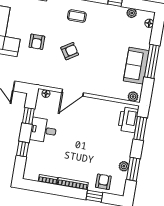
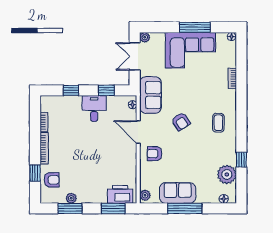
plant: (132, 13) -> (227, 174), width x1.88, depth x1.88
armchair: (37, 42) -> (155, 154), moved
sofa: (40, 75) -> (150, 95), added

